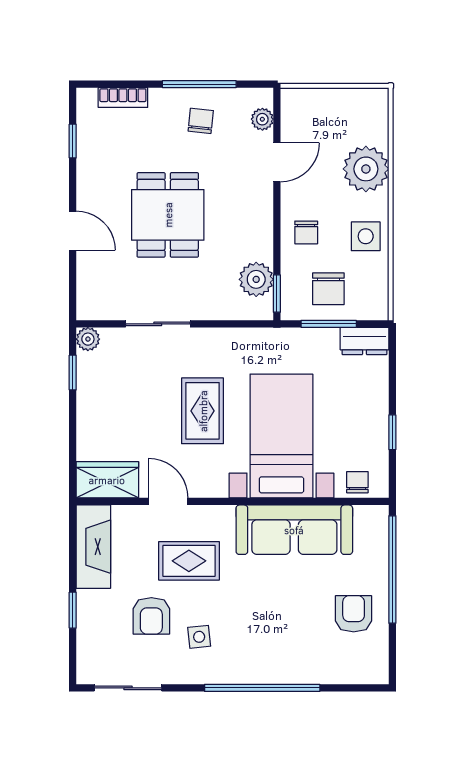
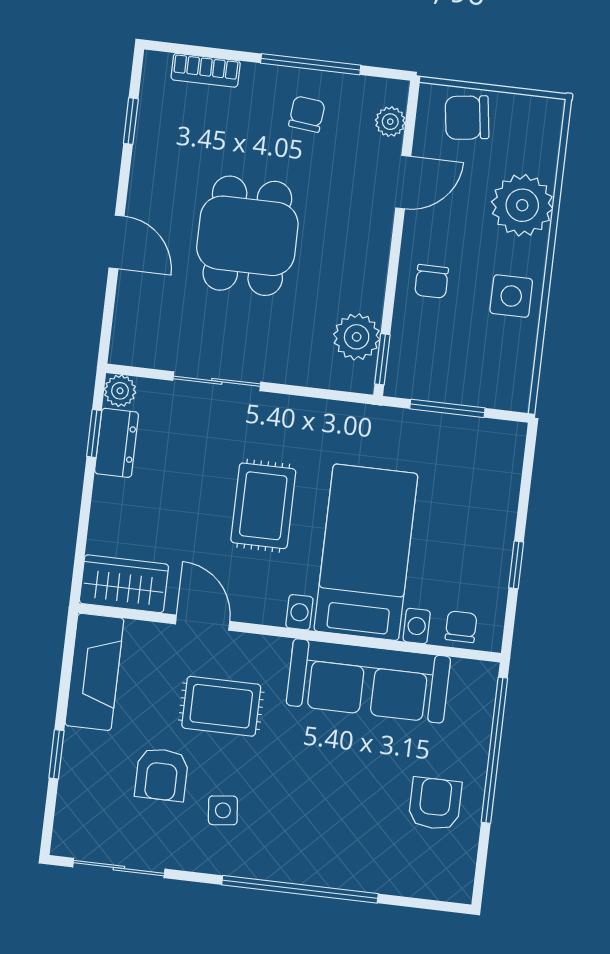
chair: (328, 289) -> (467, 118), moved, turned 82
dresser: (364, 341) -> (117, 443), moved, turned -90

